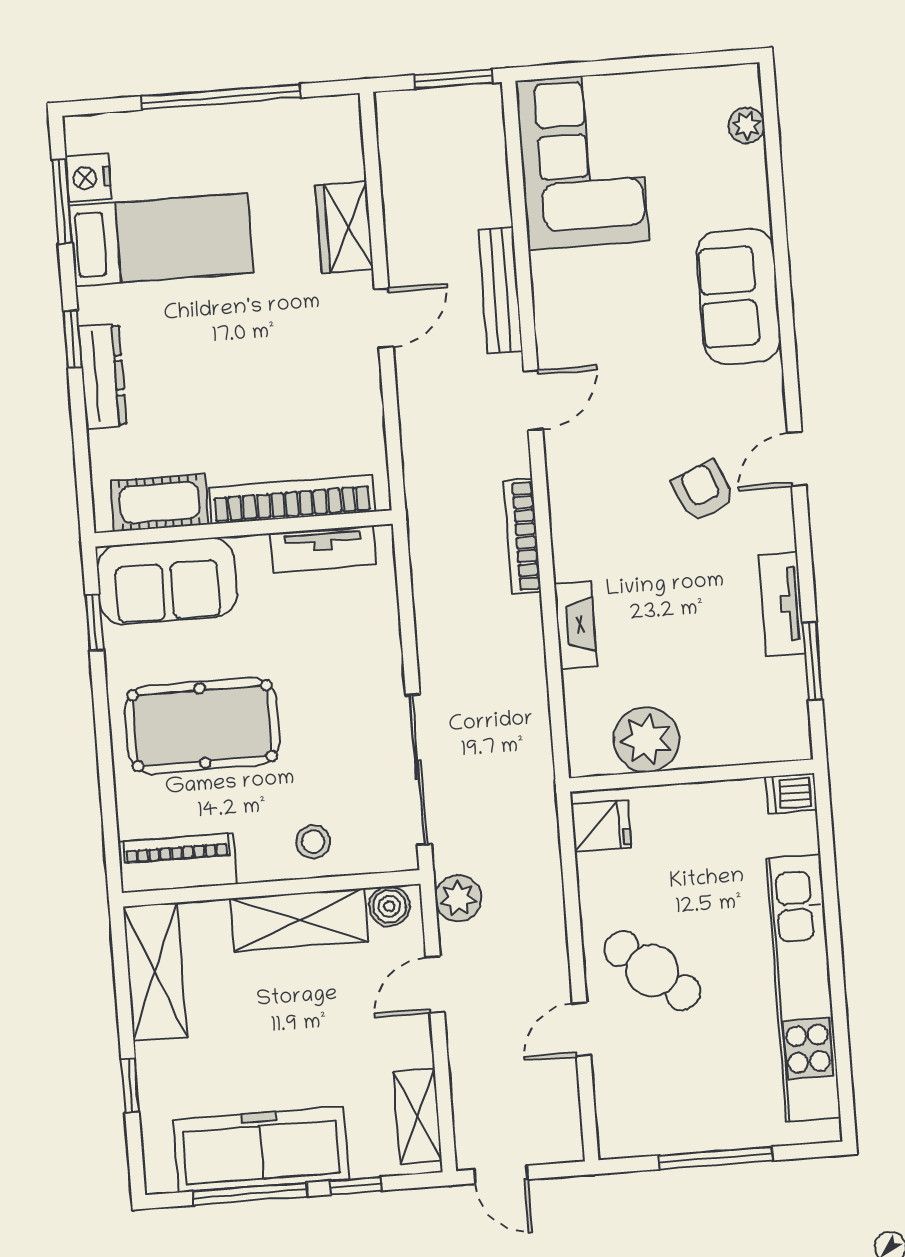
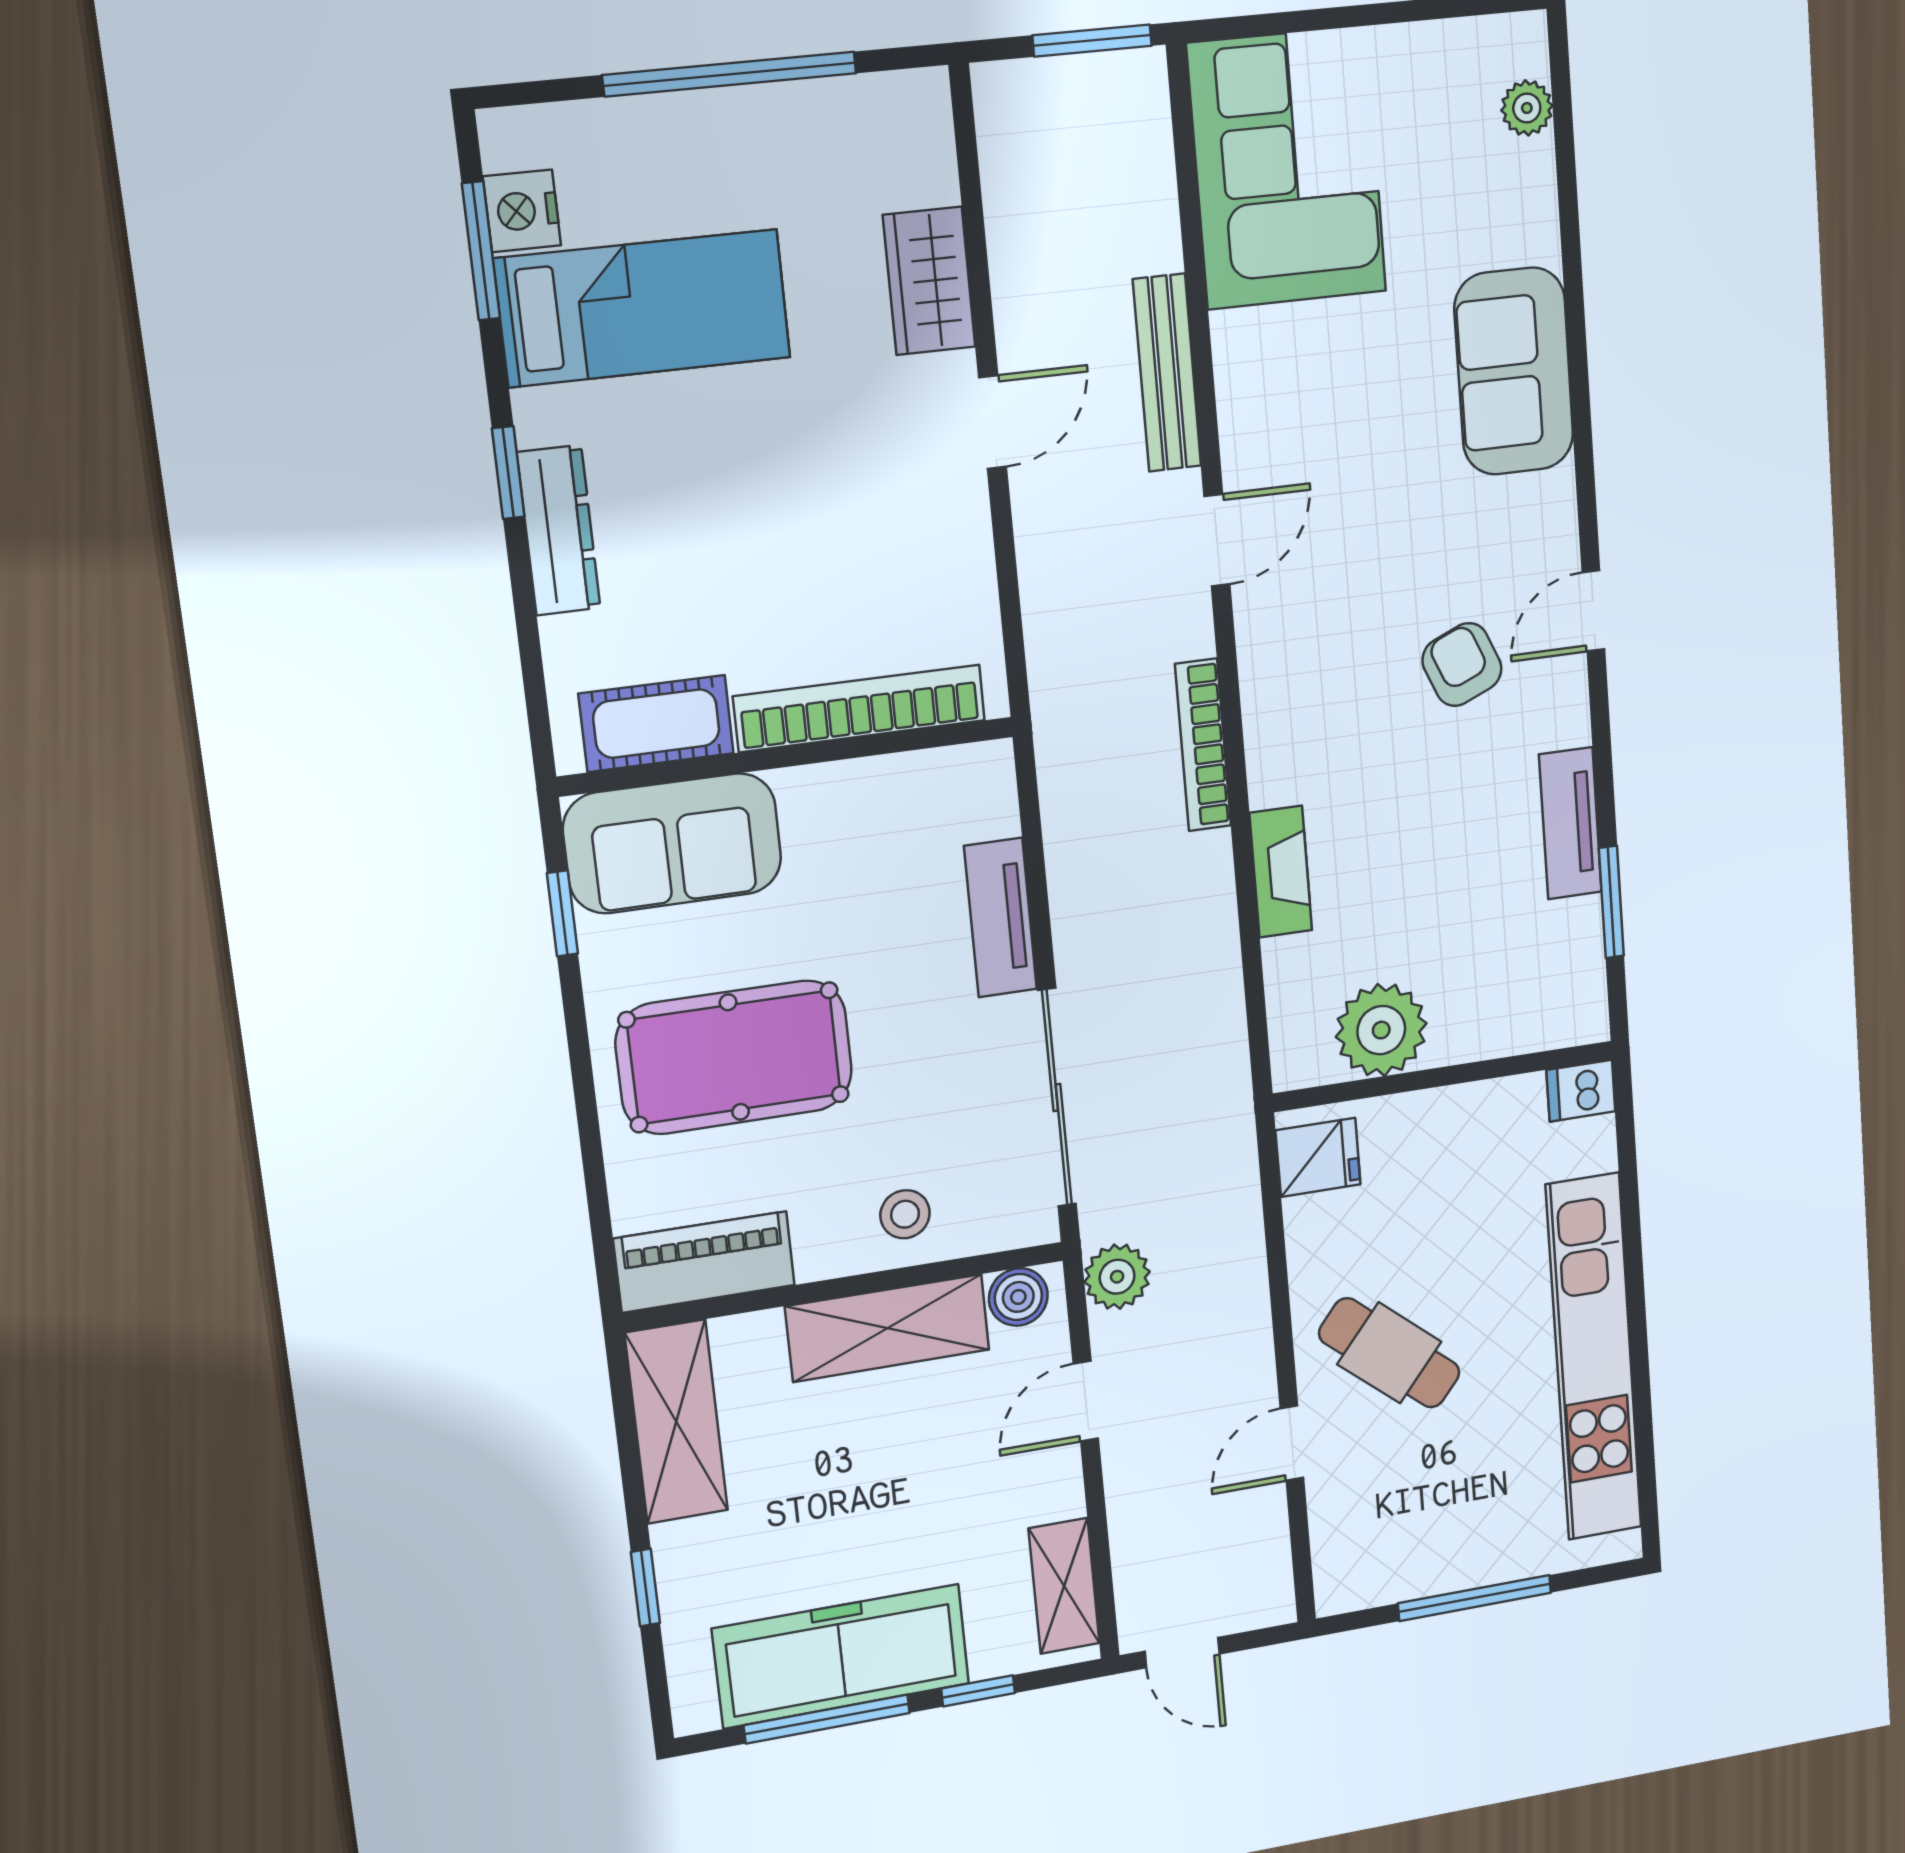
tv unit: (323, 549) -> (1001, 918), moved, turned 90

